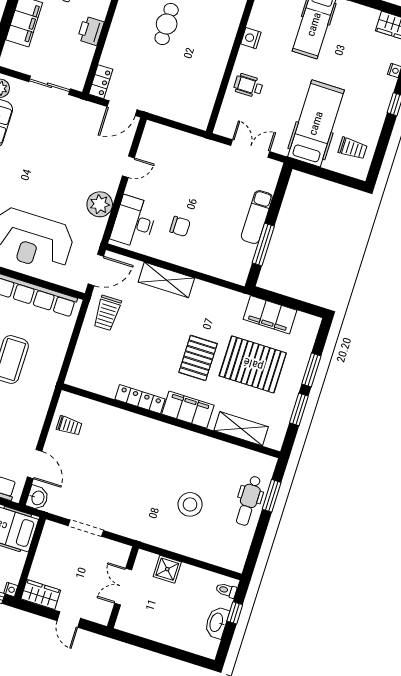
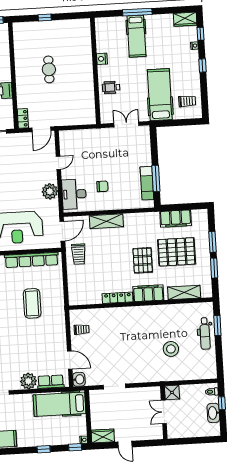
exam couch: (257, 217) -> (147, 183), moved
double door: (123, 587) -> (164, 412), moved
wall: (123, 587) -> (164, 412), moved

